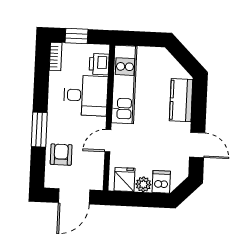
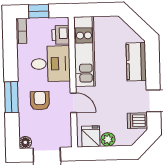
door: (108, 141) -> (73, 103), swing flipped
armchair: (61, 155) -> (40, 101), moved
floor lamp: (51, 181) -> (25, 142), added
dishwasher: (161, 182) -> (137, 121), moved, turned -90

